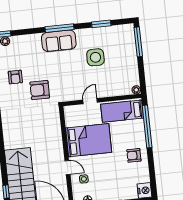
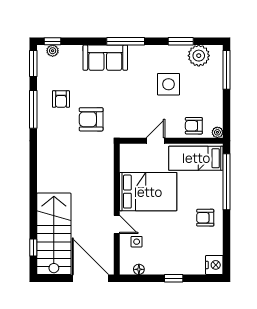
plant: (116, 33) -> (199, 56), added
sofa: (59, 41) -> (105, 58), moved
armchair: (118, 87) -> (194, 126), added

